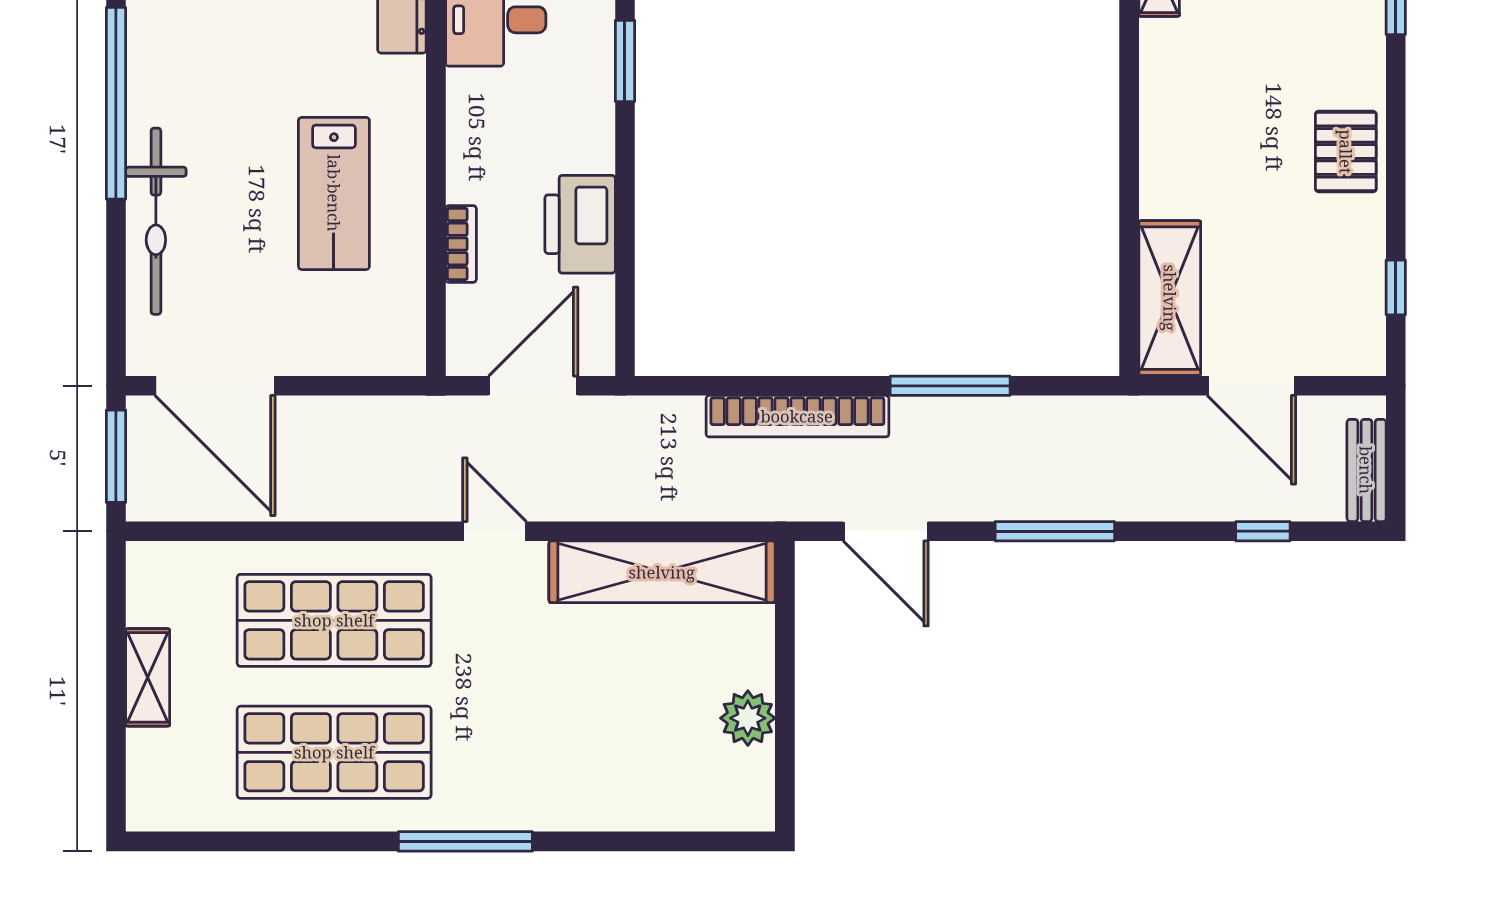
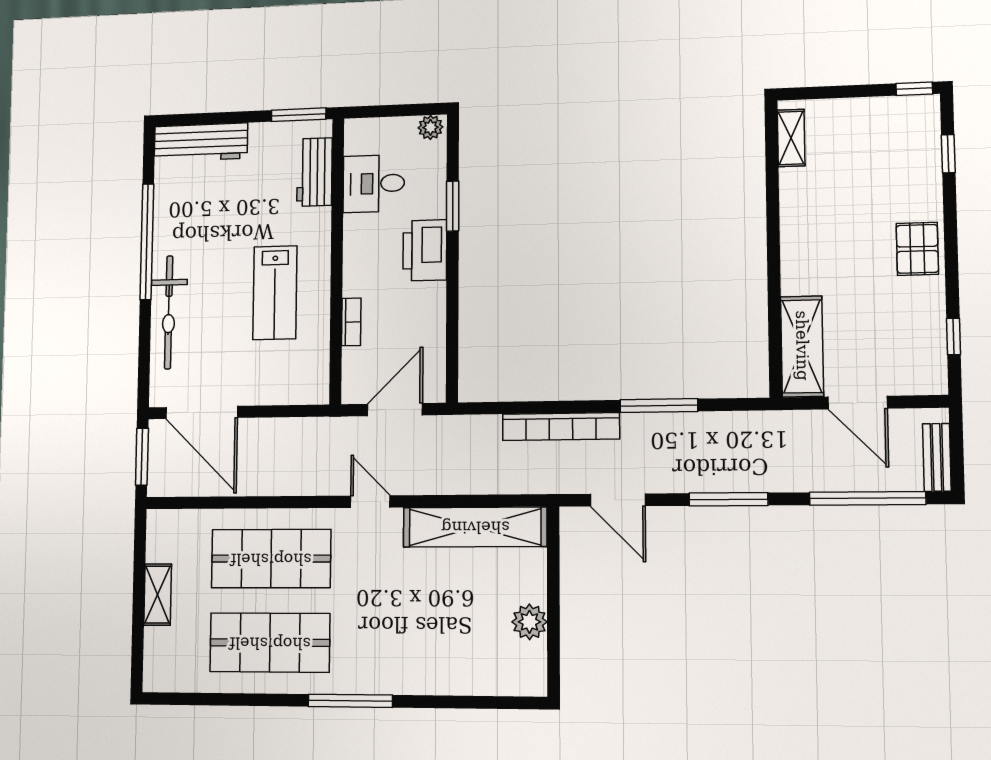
printer: (580, 224) -> (425, 250), moved
window: (1263, 531) -> (867, 498), width x3.17

